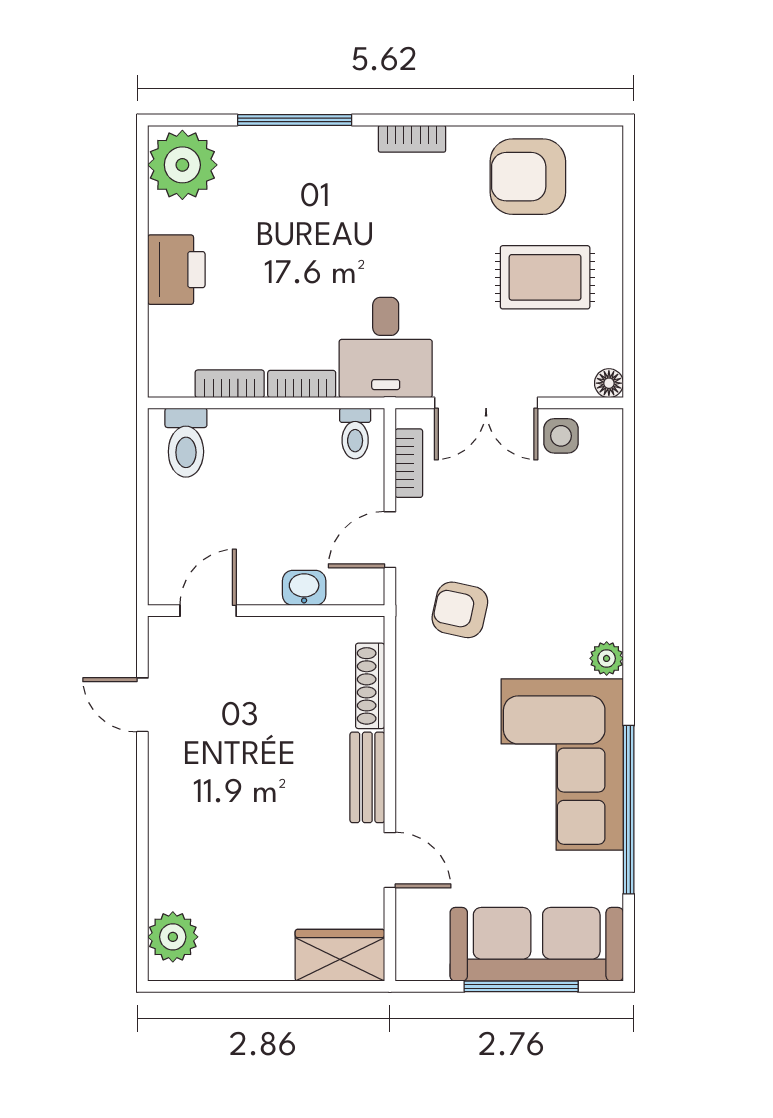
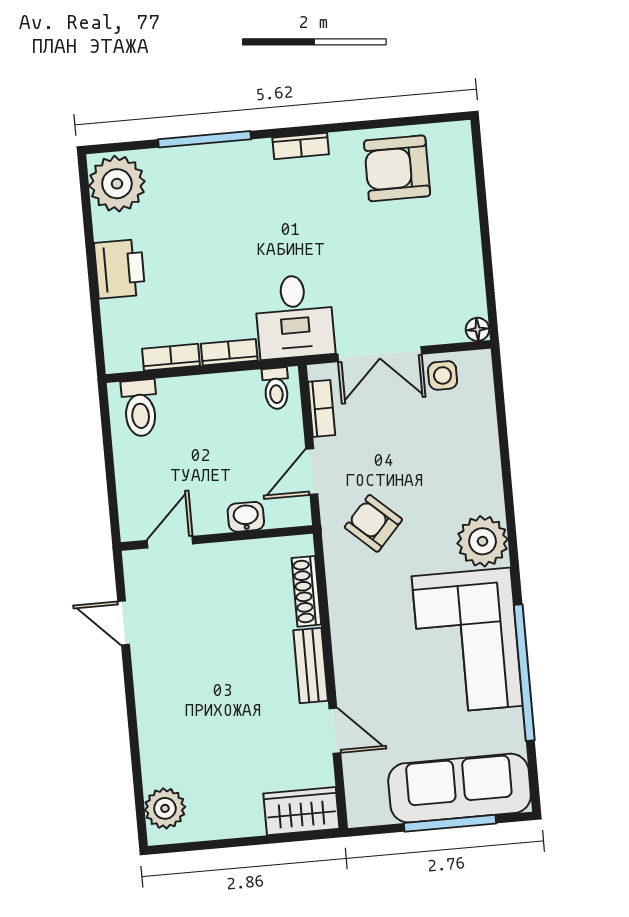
rug: (545, 277) -> (418, 248), removed
armchair: (460, 610) -> (373, 523), turned 30
plant: (607, 658) -> (483, 541), width x1.88, depth x1.88

